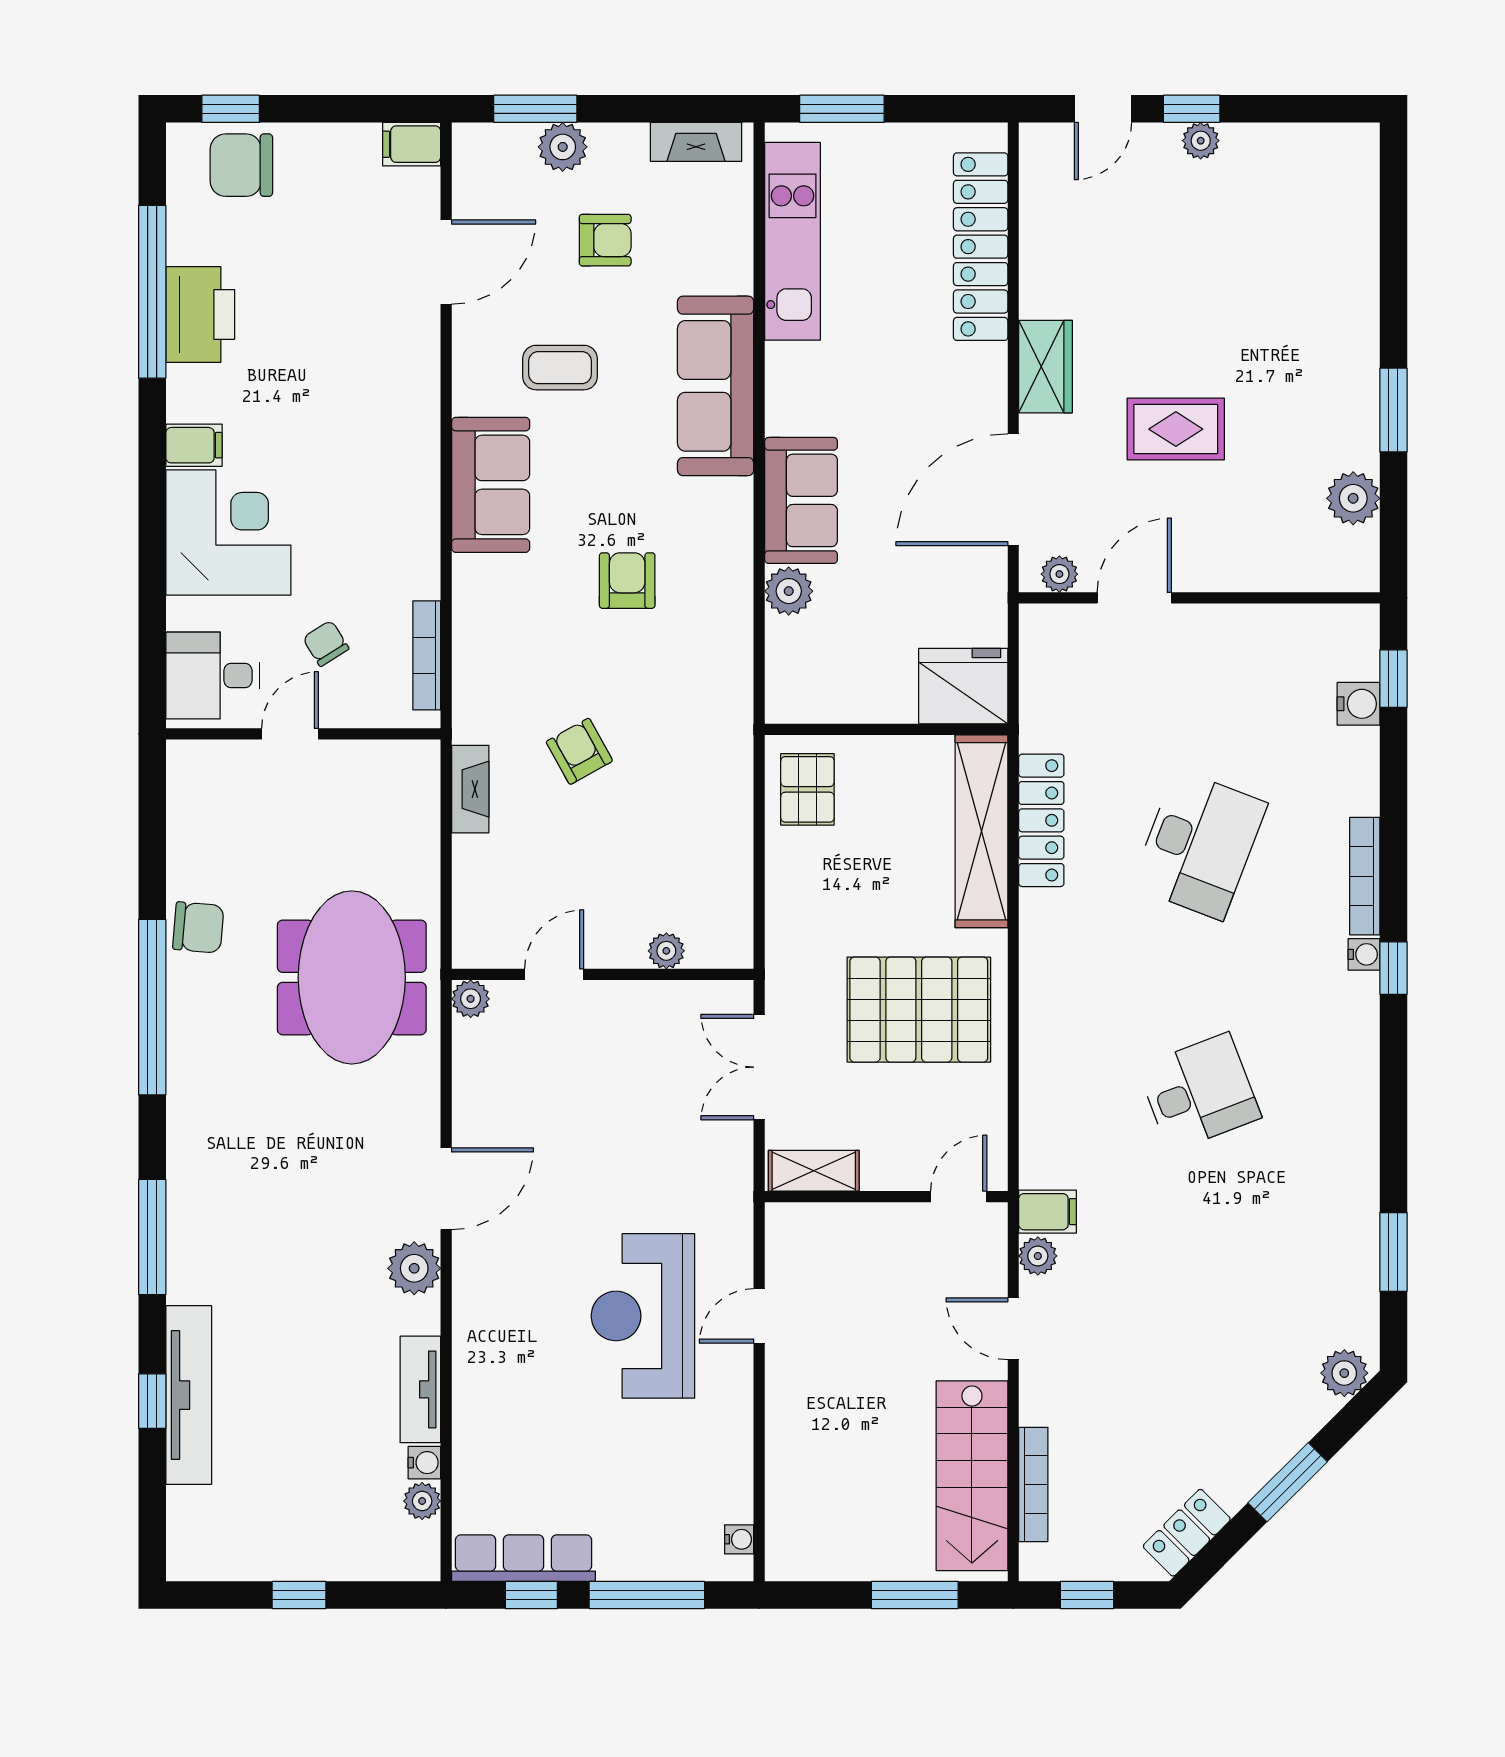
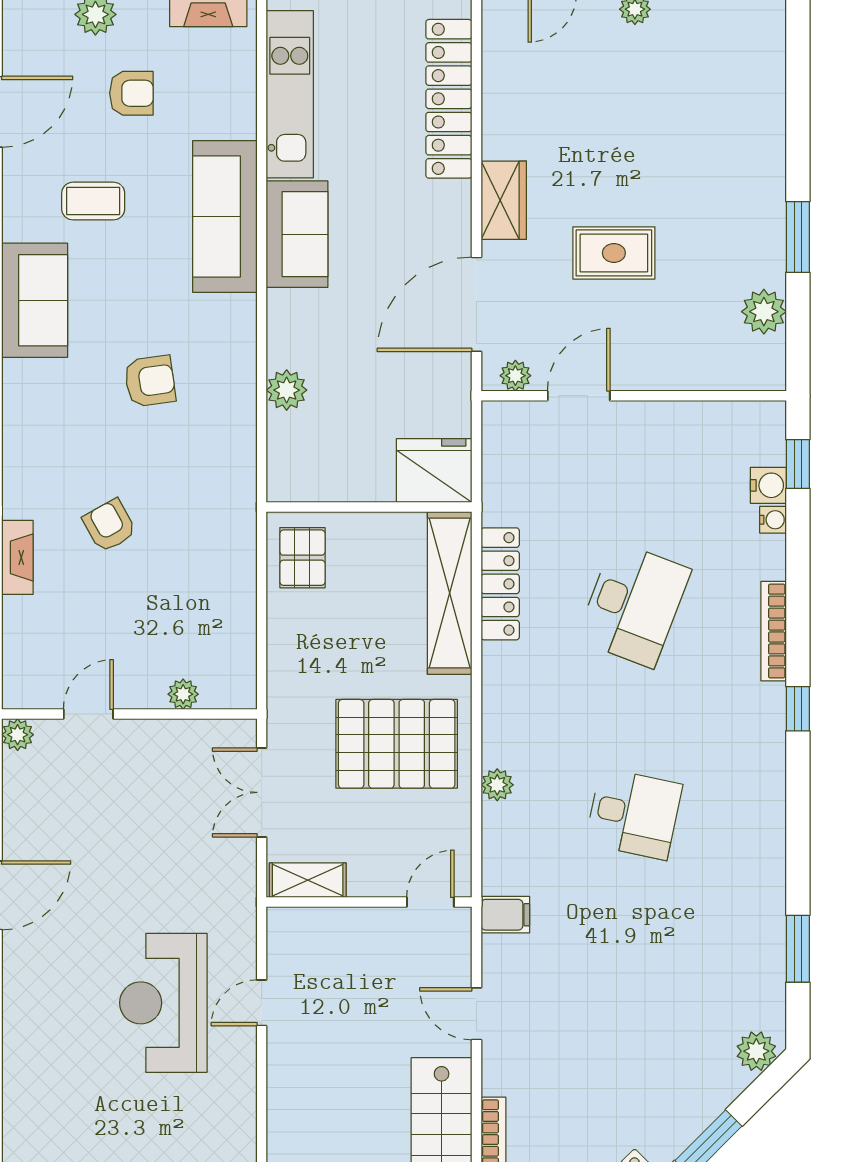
sofa: (801, 500) -> (297, 234), moved
armchair: (627, 581) -> (150, 381), turned 82
water cooler: (1364, 954) -> (773, 520), moved
desk: (1199, 1092) -> (634, 814), turned 33
plant: (1038, 1256) -> (497, 785), moved

